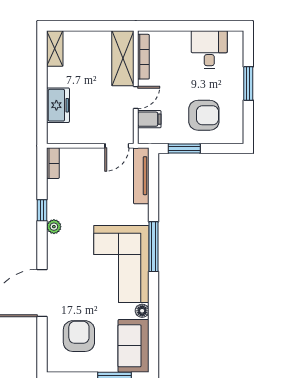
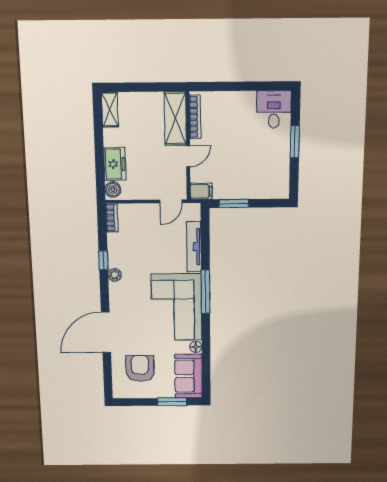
desk: (209, 50) -> (274, 109), moved
armchair: (204, 115) -> (252, 172), removed
filing cabinet: (149, 119) -> (201, 191), moved
boiler: (55, 132) -> (113, 190), added
tv unit: (141, 176) -> (194, 247), moved

